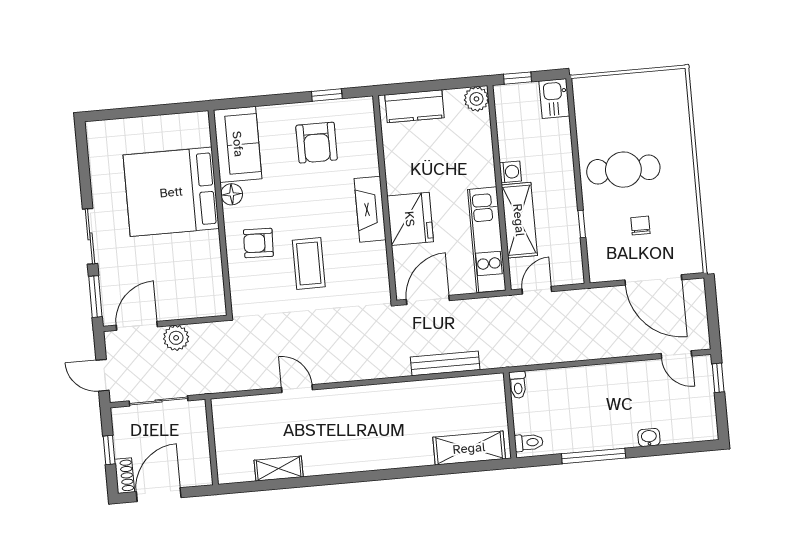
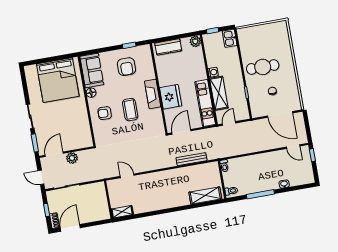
bed: (171, 192) -> (58, 80), moved, turned -90
coffee table: (309, 263) -> (130, 110), moved
wall: (212, 442) -> (108, 200), moved

